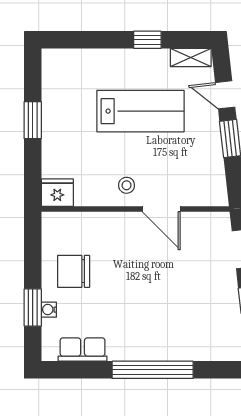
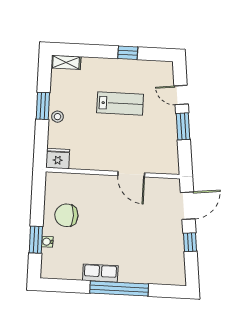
shelving: (191, 57) -> (66, 62), moved
lab bench: (140, 111) -> (120, 103), width x0.73, depth x0.72
stool: (127, 185) -> (57, 117), moved
row of seats: (83, 350) -> (100, 273), moved

